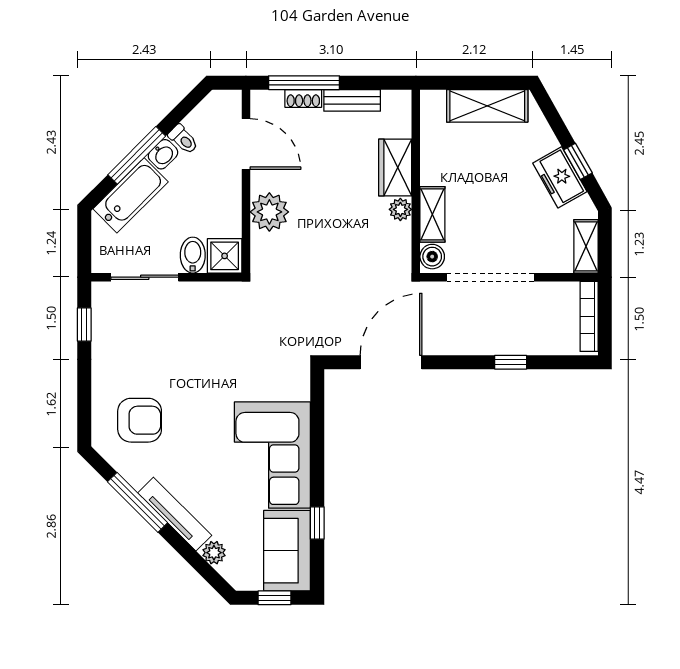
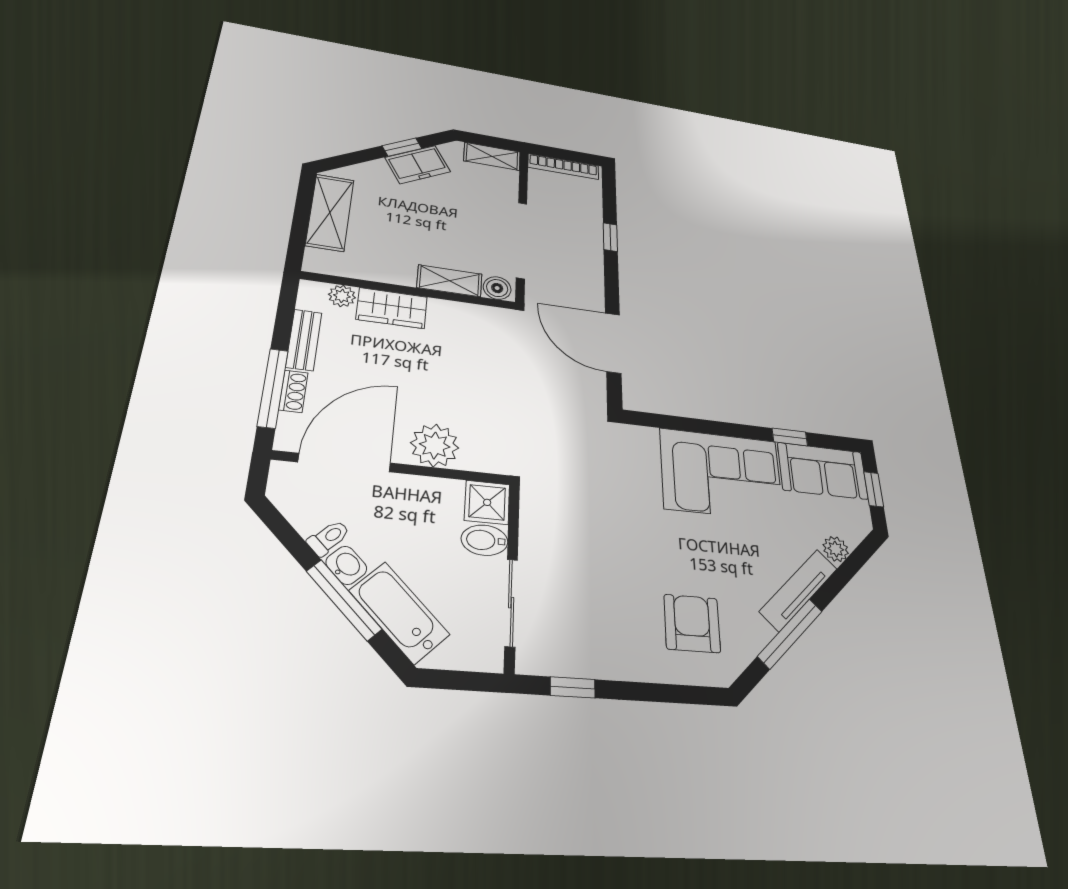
door: (246, 144) -> (345, 463), width x1.36
plant: (400, 209) -> (342, 296), moved

